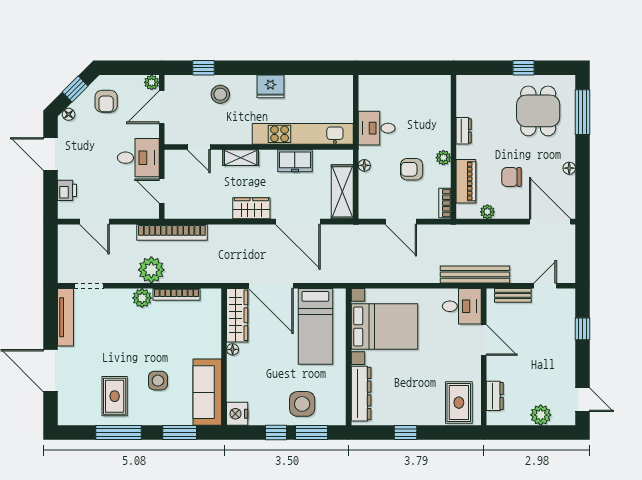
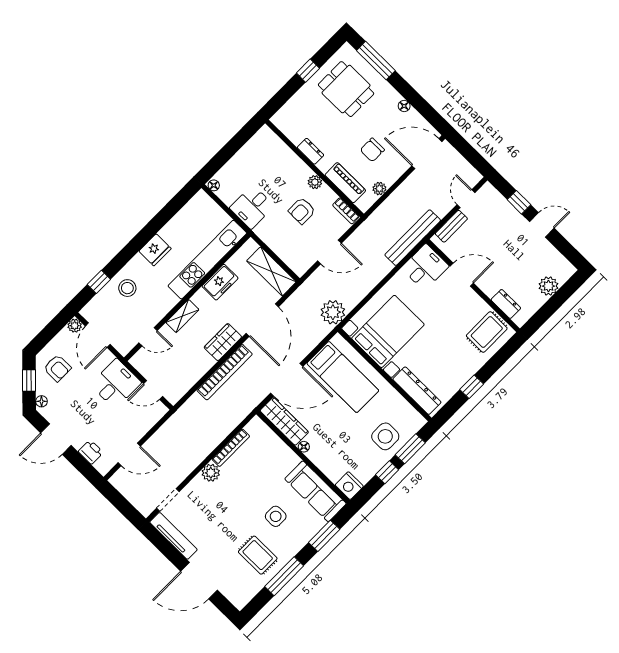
floor lamp: (364, 165) -> (214, 185), moved
door: (298, 222) -> (262, 320), hinge flipped
bookcase: (172, 232) -> (225, 372), moved
plant: (151, 270) -> (333, 312), moved
door: (583, 400) -> (542, 225), moved
rug: (459, 403) -> (487, 332), turned 90

